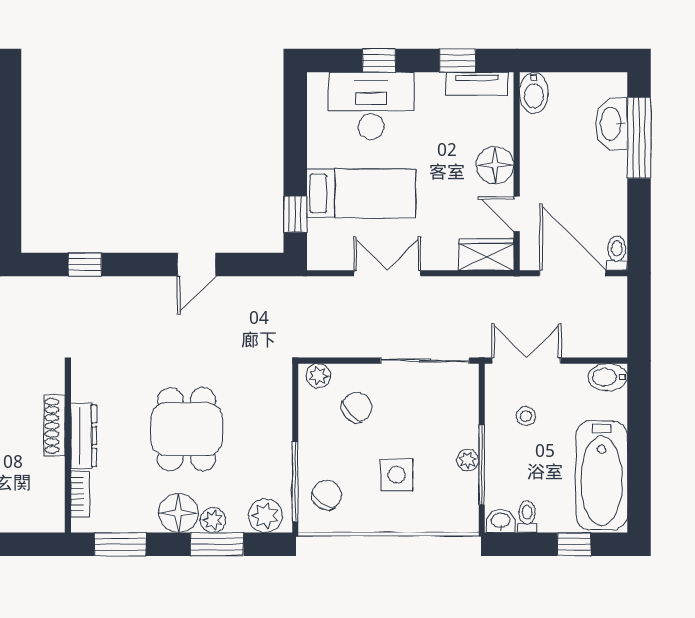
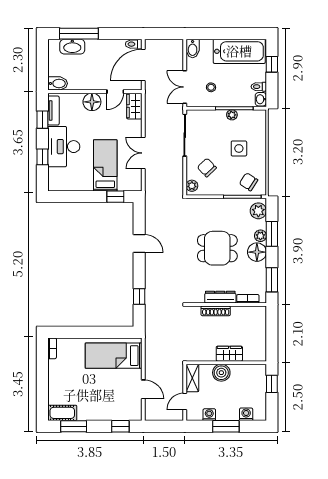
desk: (371, 106) -> (64, 147), moved

